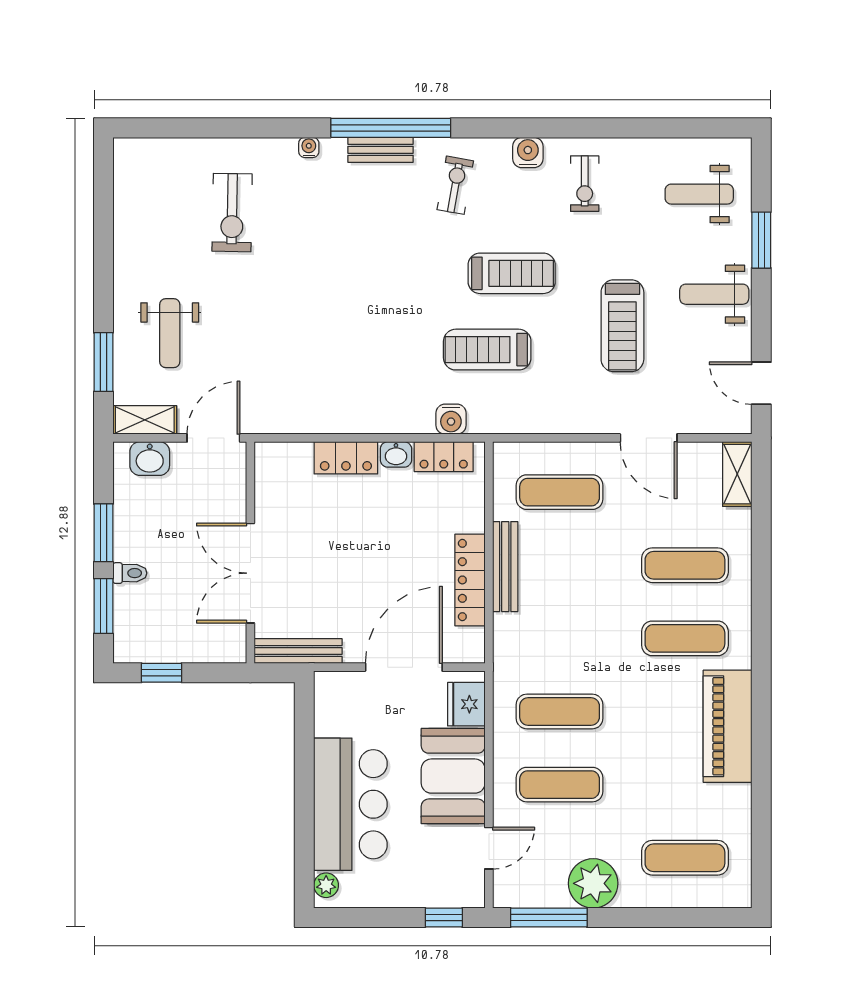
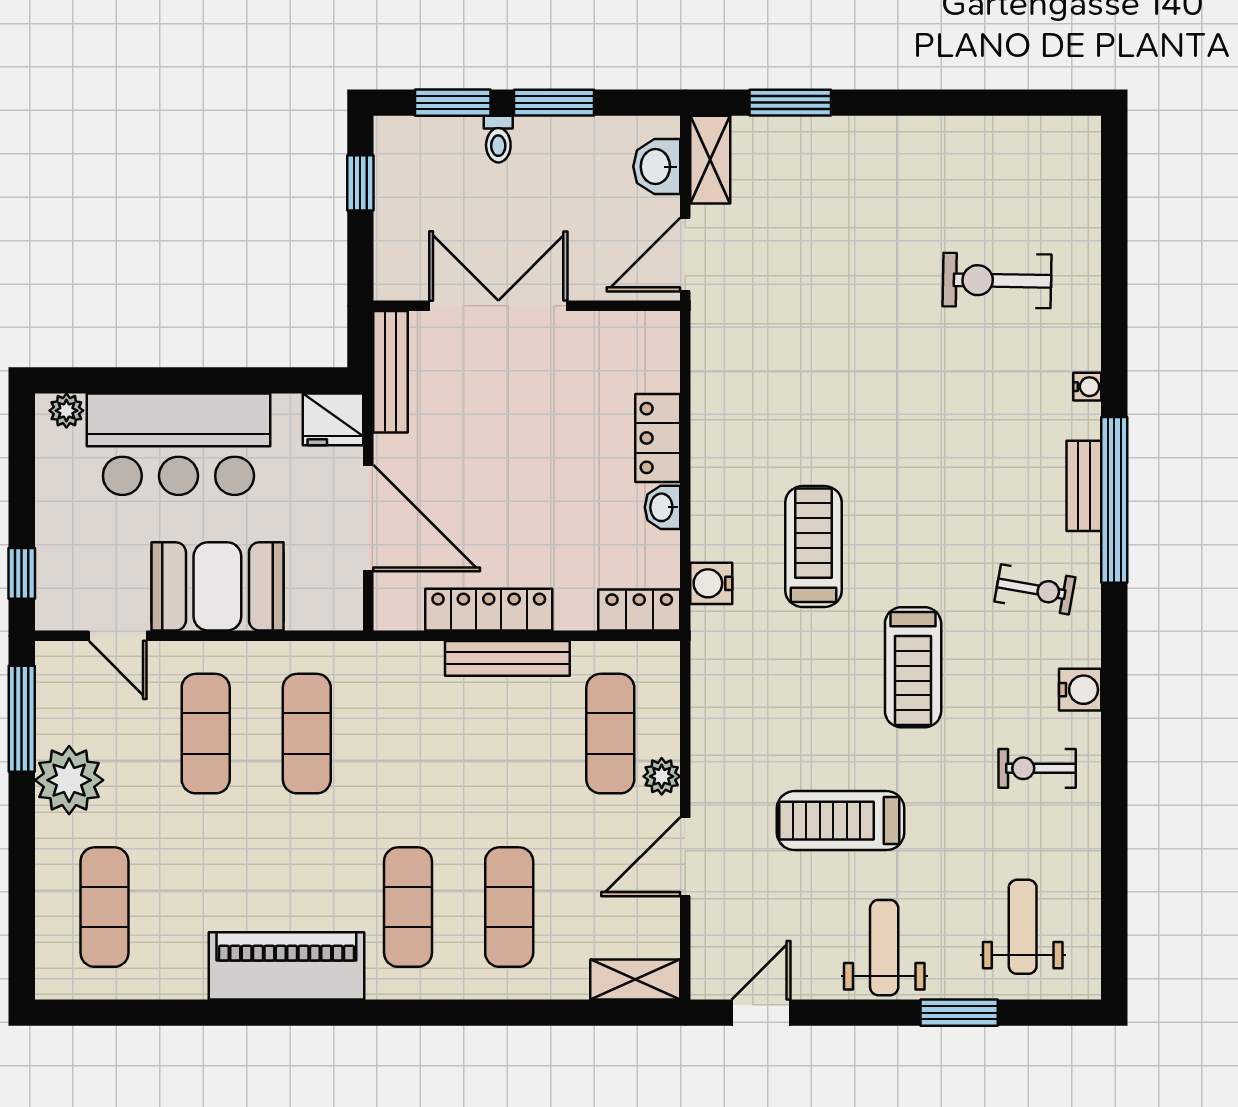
weight bench: (170, 333) -> (830, 194), removed
treadmill: (487, 350) -> (813, 547), moved
door: (213, 438) -> (685, 255), swing flipped
plant: (590, 455) -> (662, 776), added
locker: (444, 457) -> (639, 610), moved, turned 90
fridge: (466, 704) -> (333, 419), moved, turned 180

